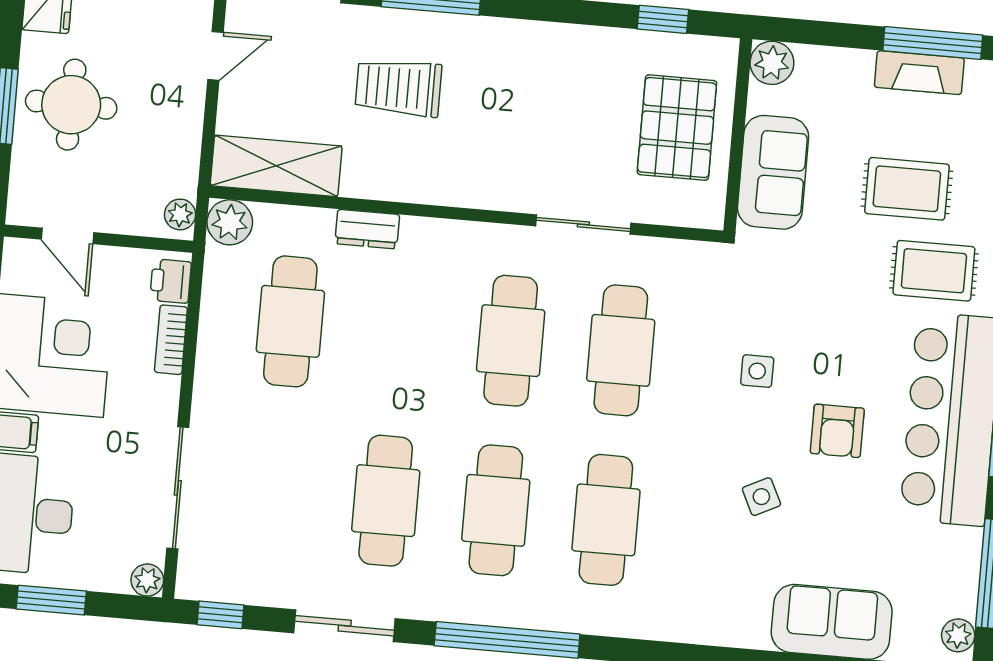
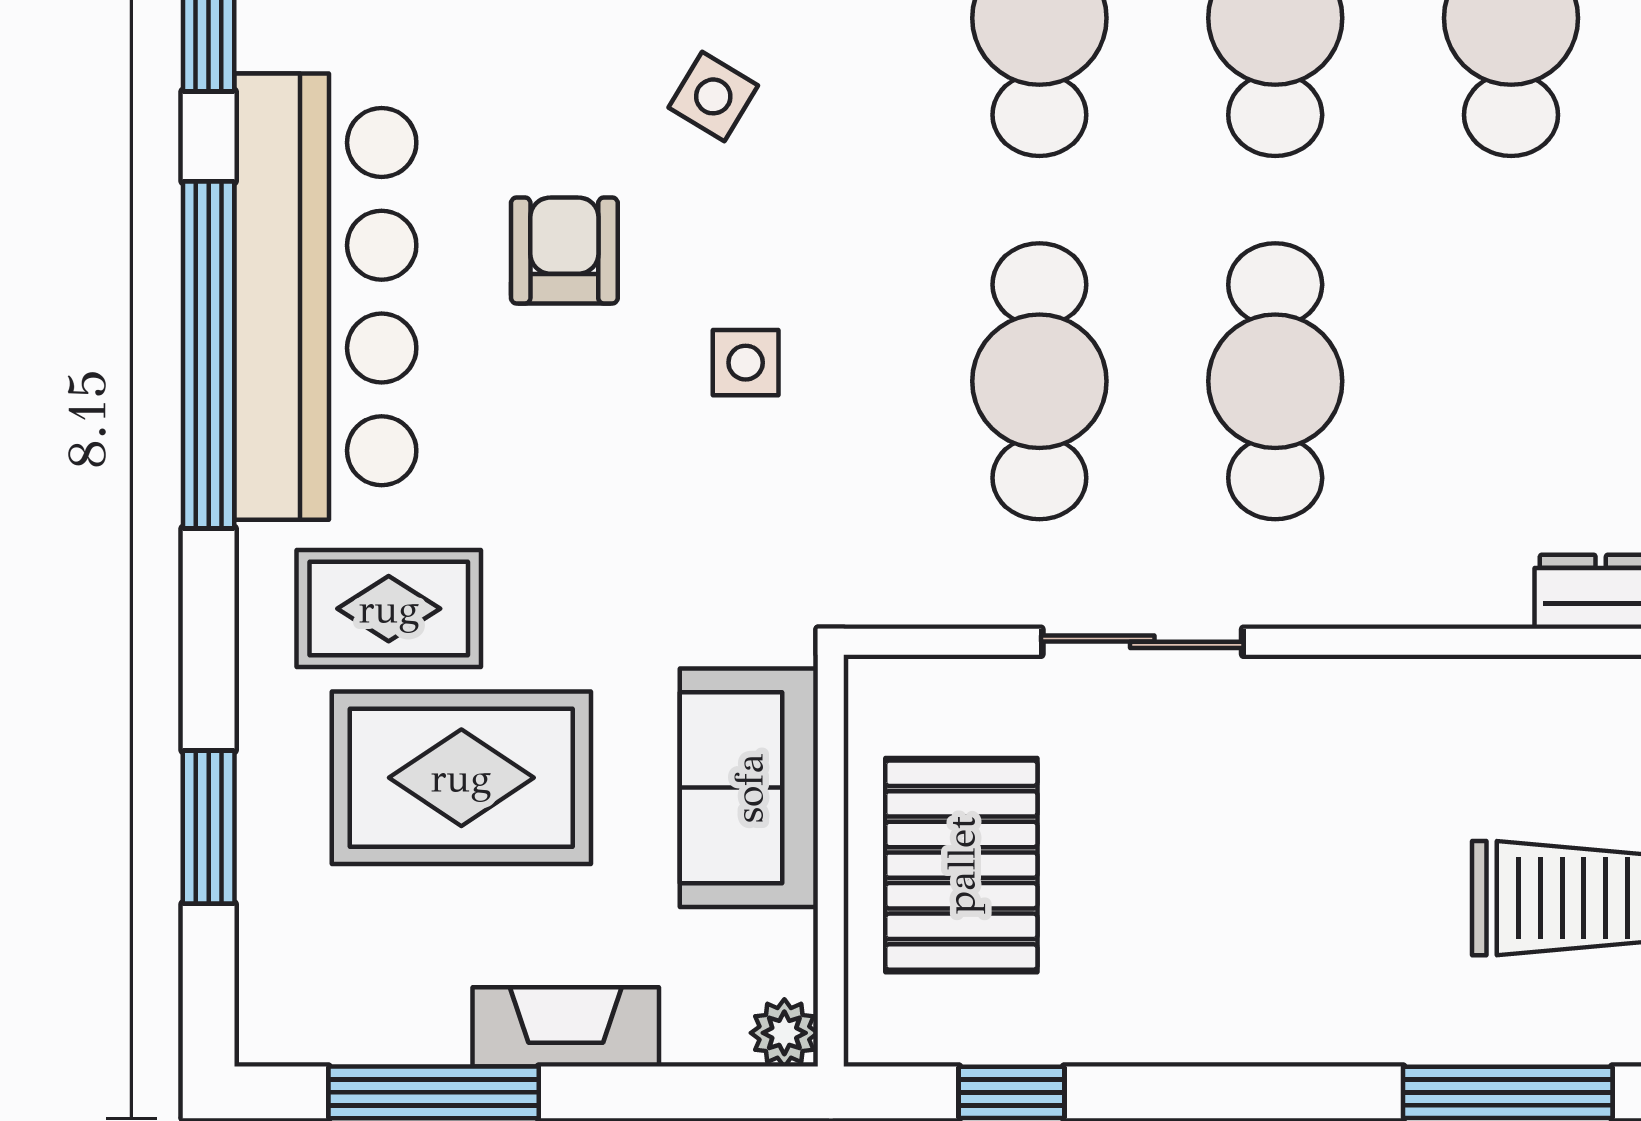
plant: (772, 63) -> (784, 1033), width x0.73, depth x0.73
fireplace: (919, 73) -> (566, 1027), moved
rug: (907, 189) -> (461, 778), width x1.36, depth x1.43
side table: (761, 497) -> (713, 96), turned -33

